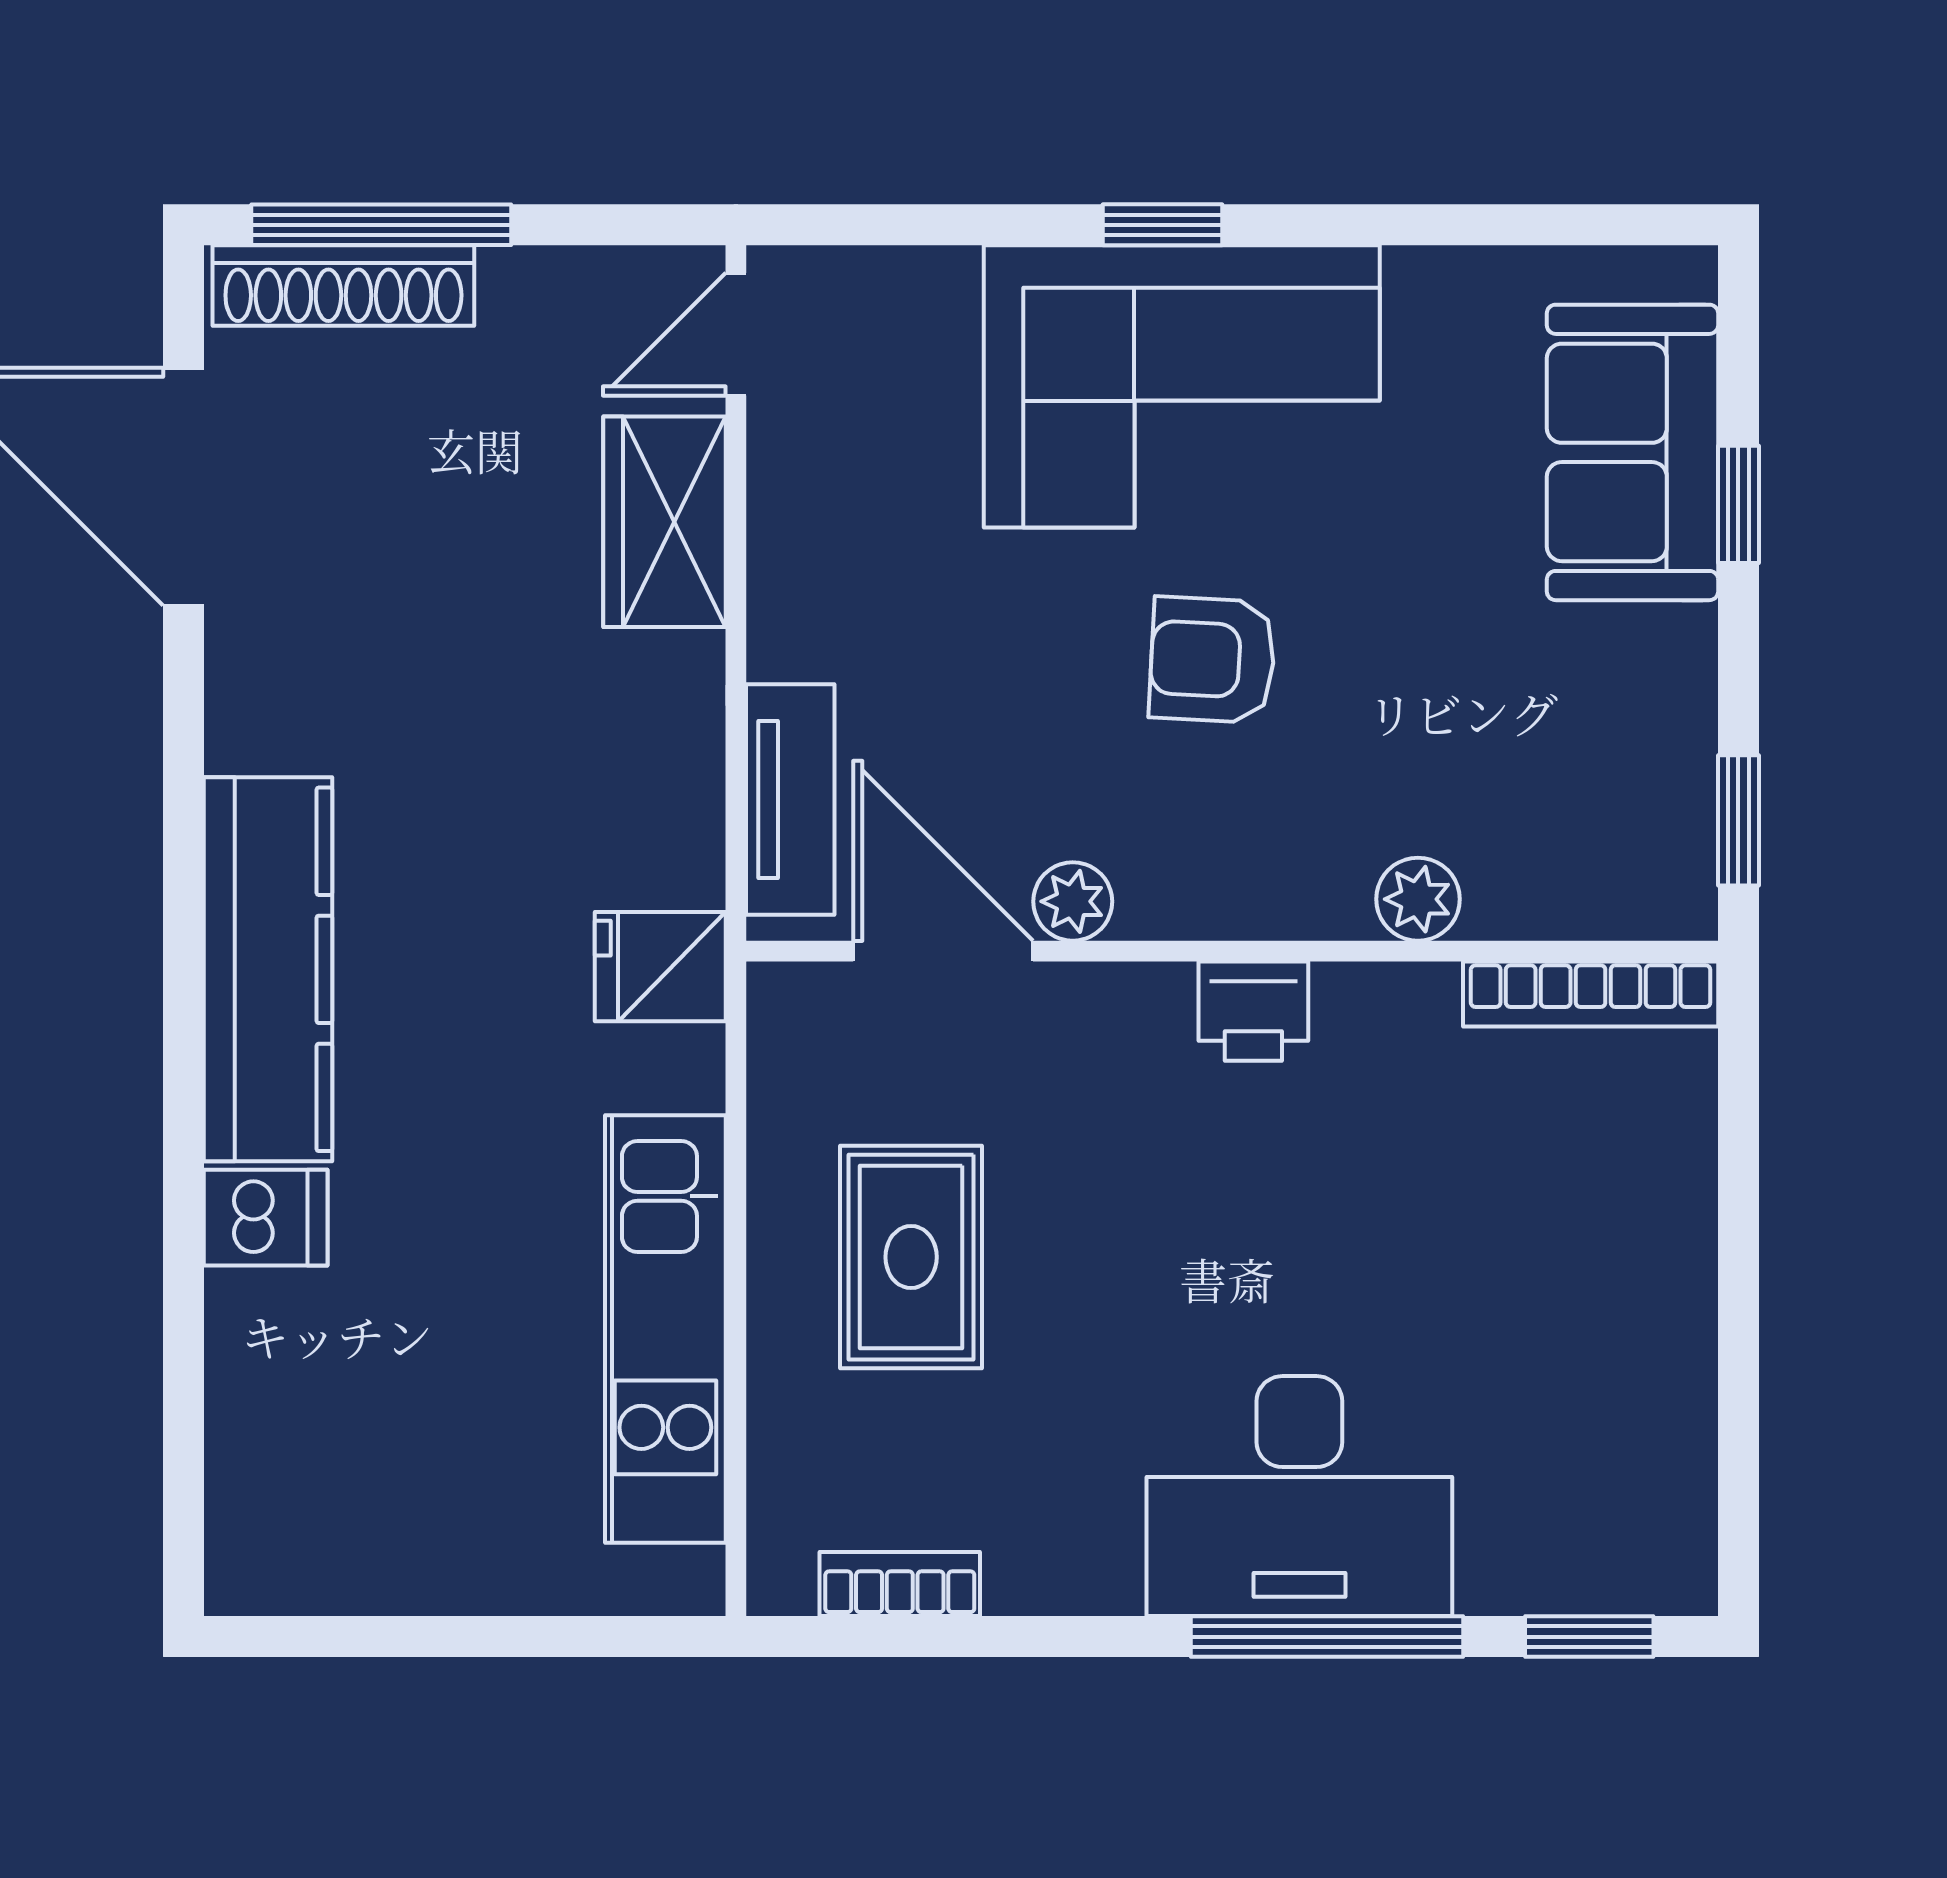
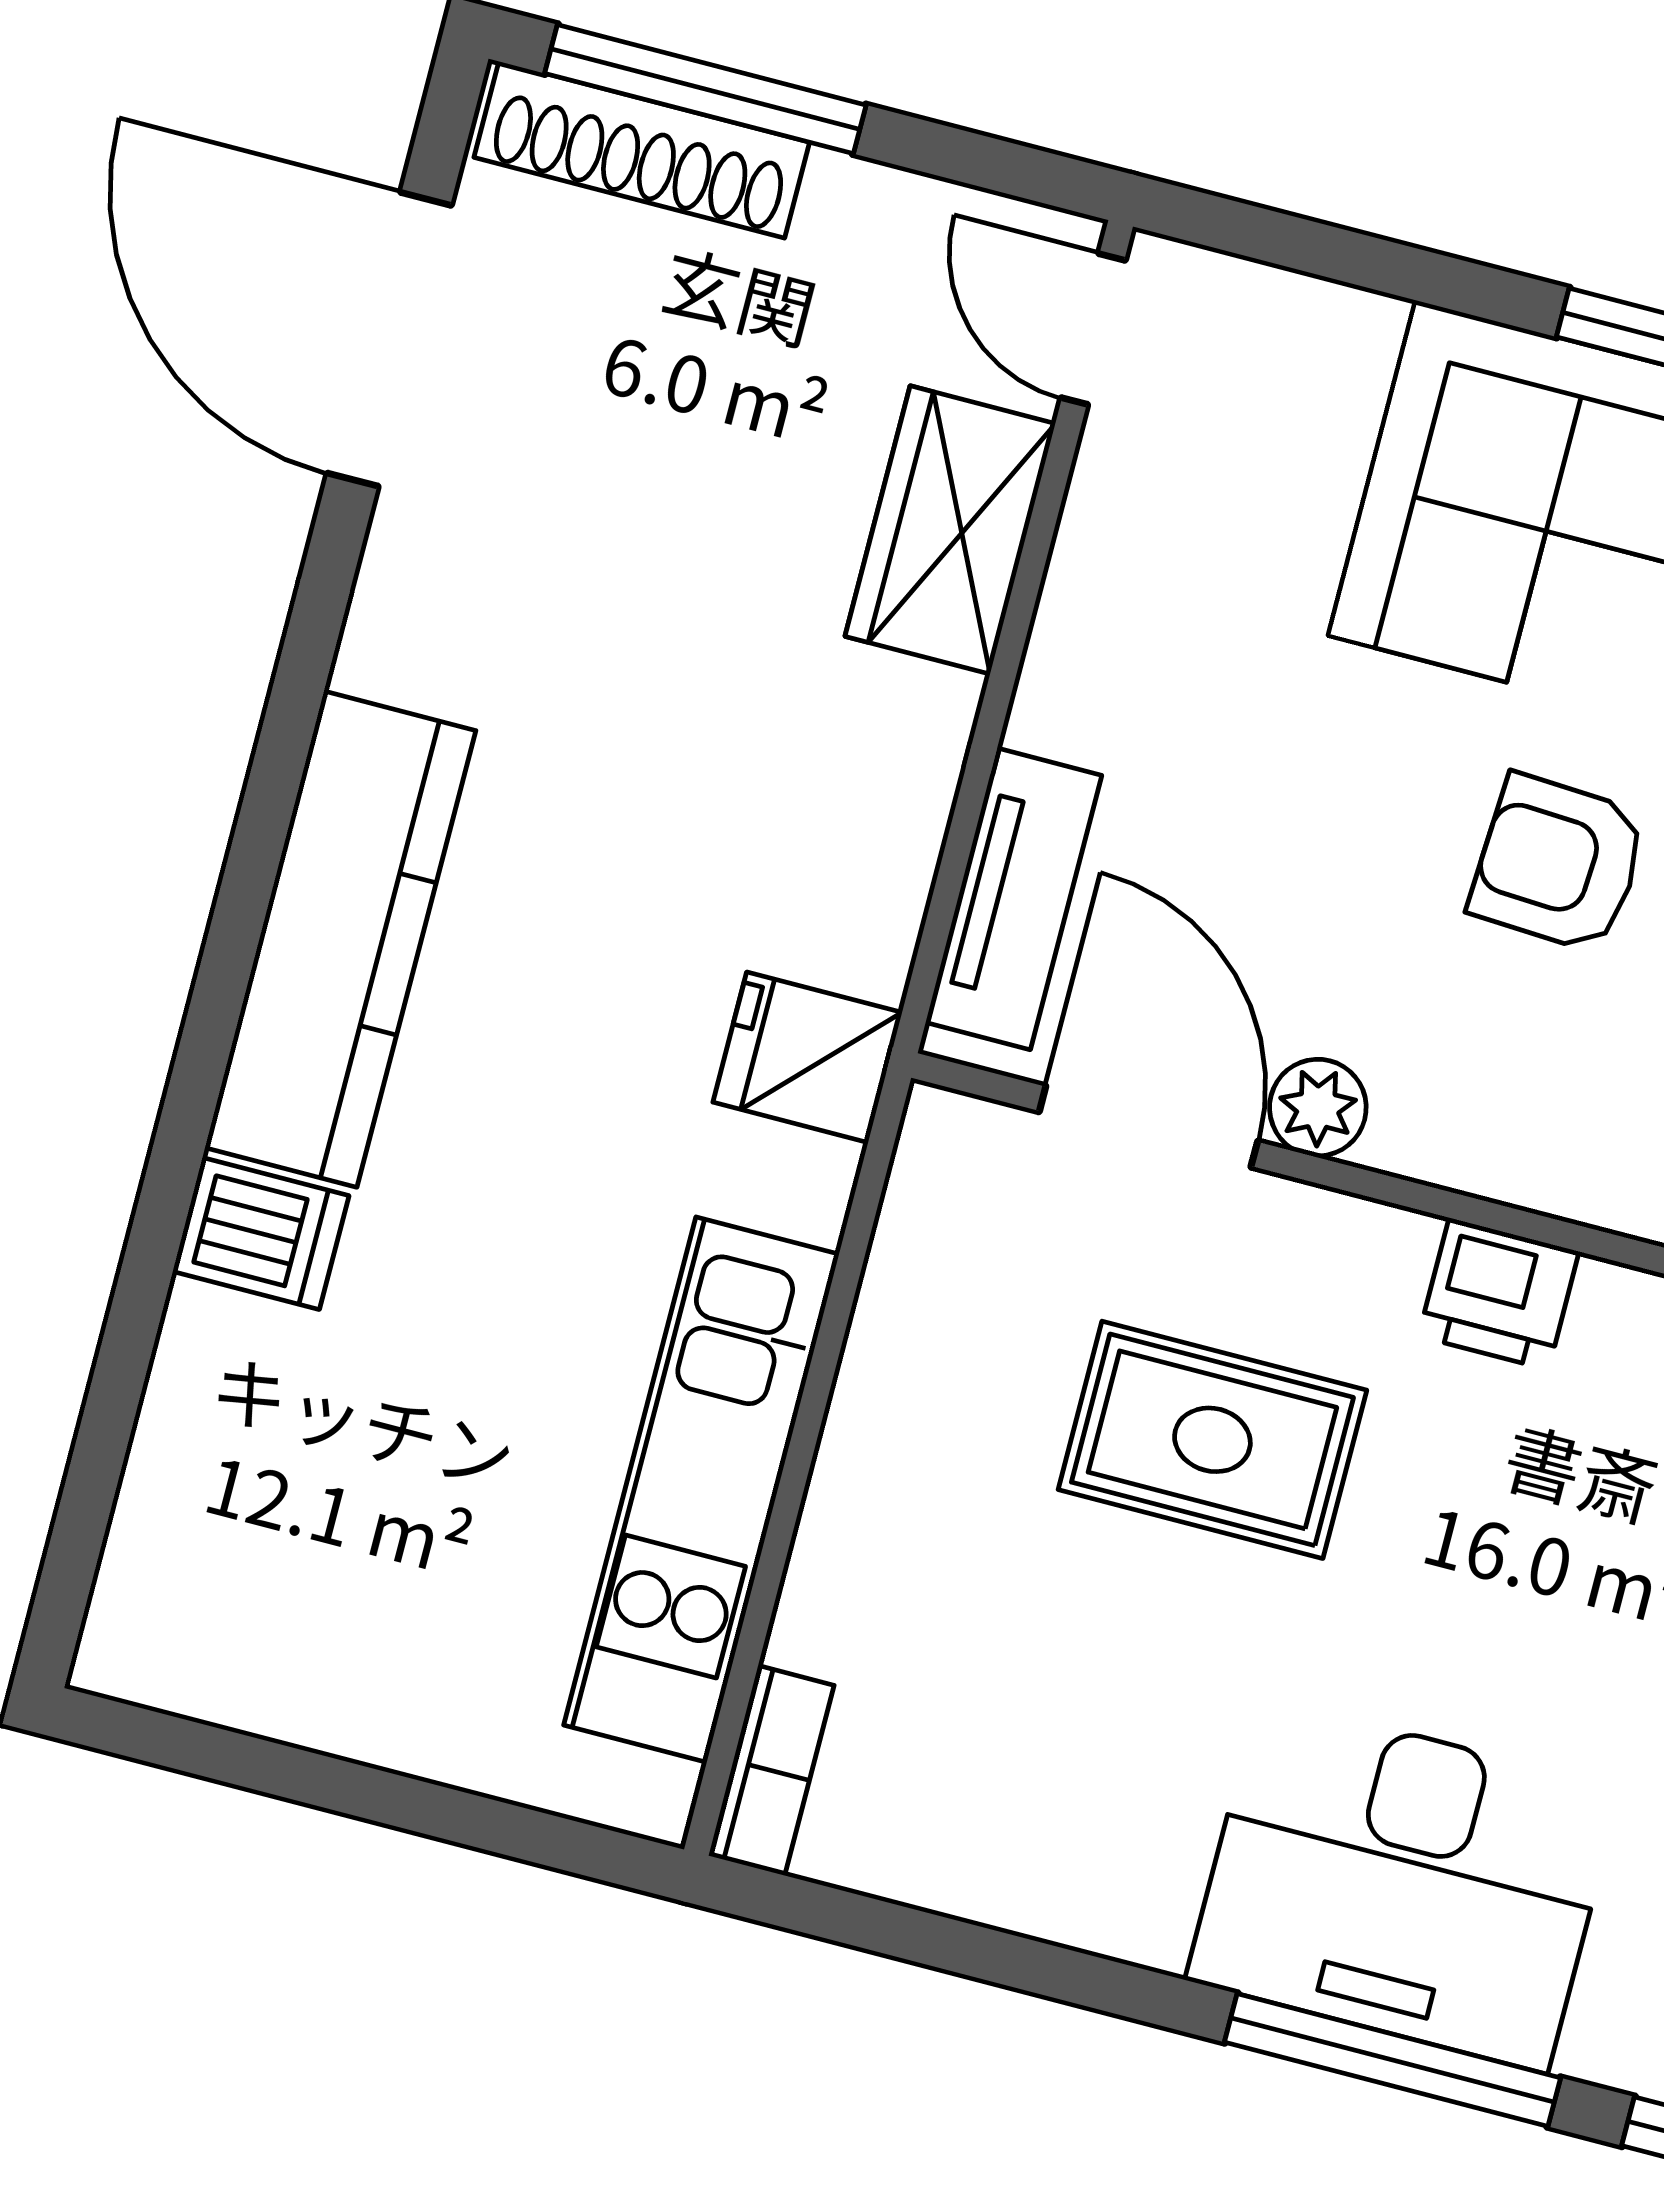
door: (736, 334) -> (1093, 329), hinge flipped
rug: (911, 1257) -> (1212, 1440), moved, turned 90
bookcase: (900, 1584) -> (771, 1771), moved, turned 90

